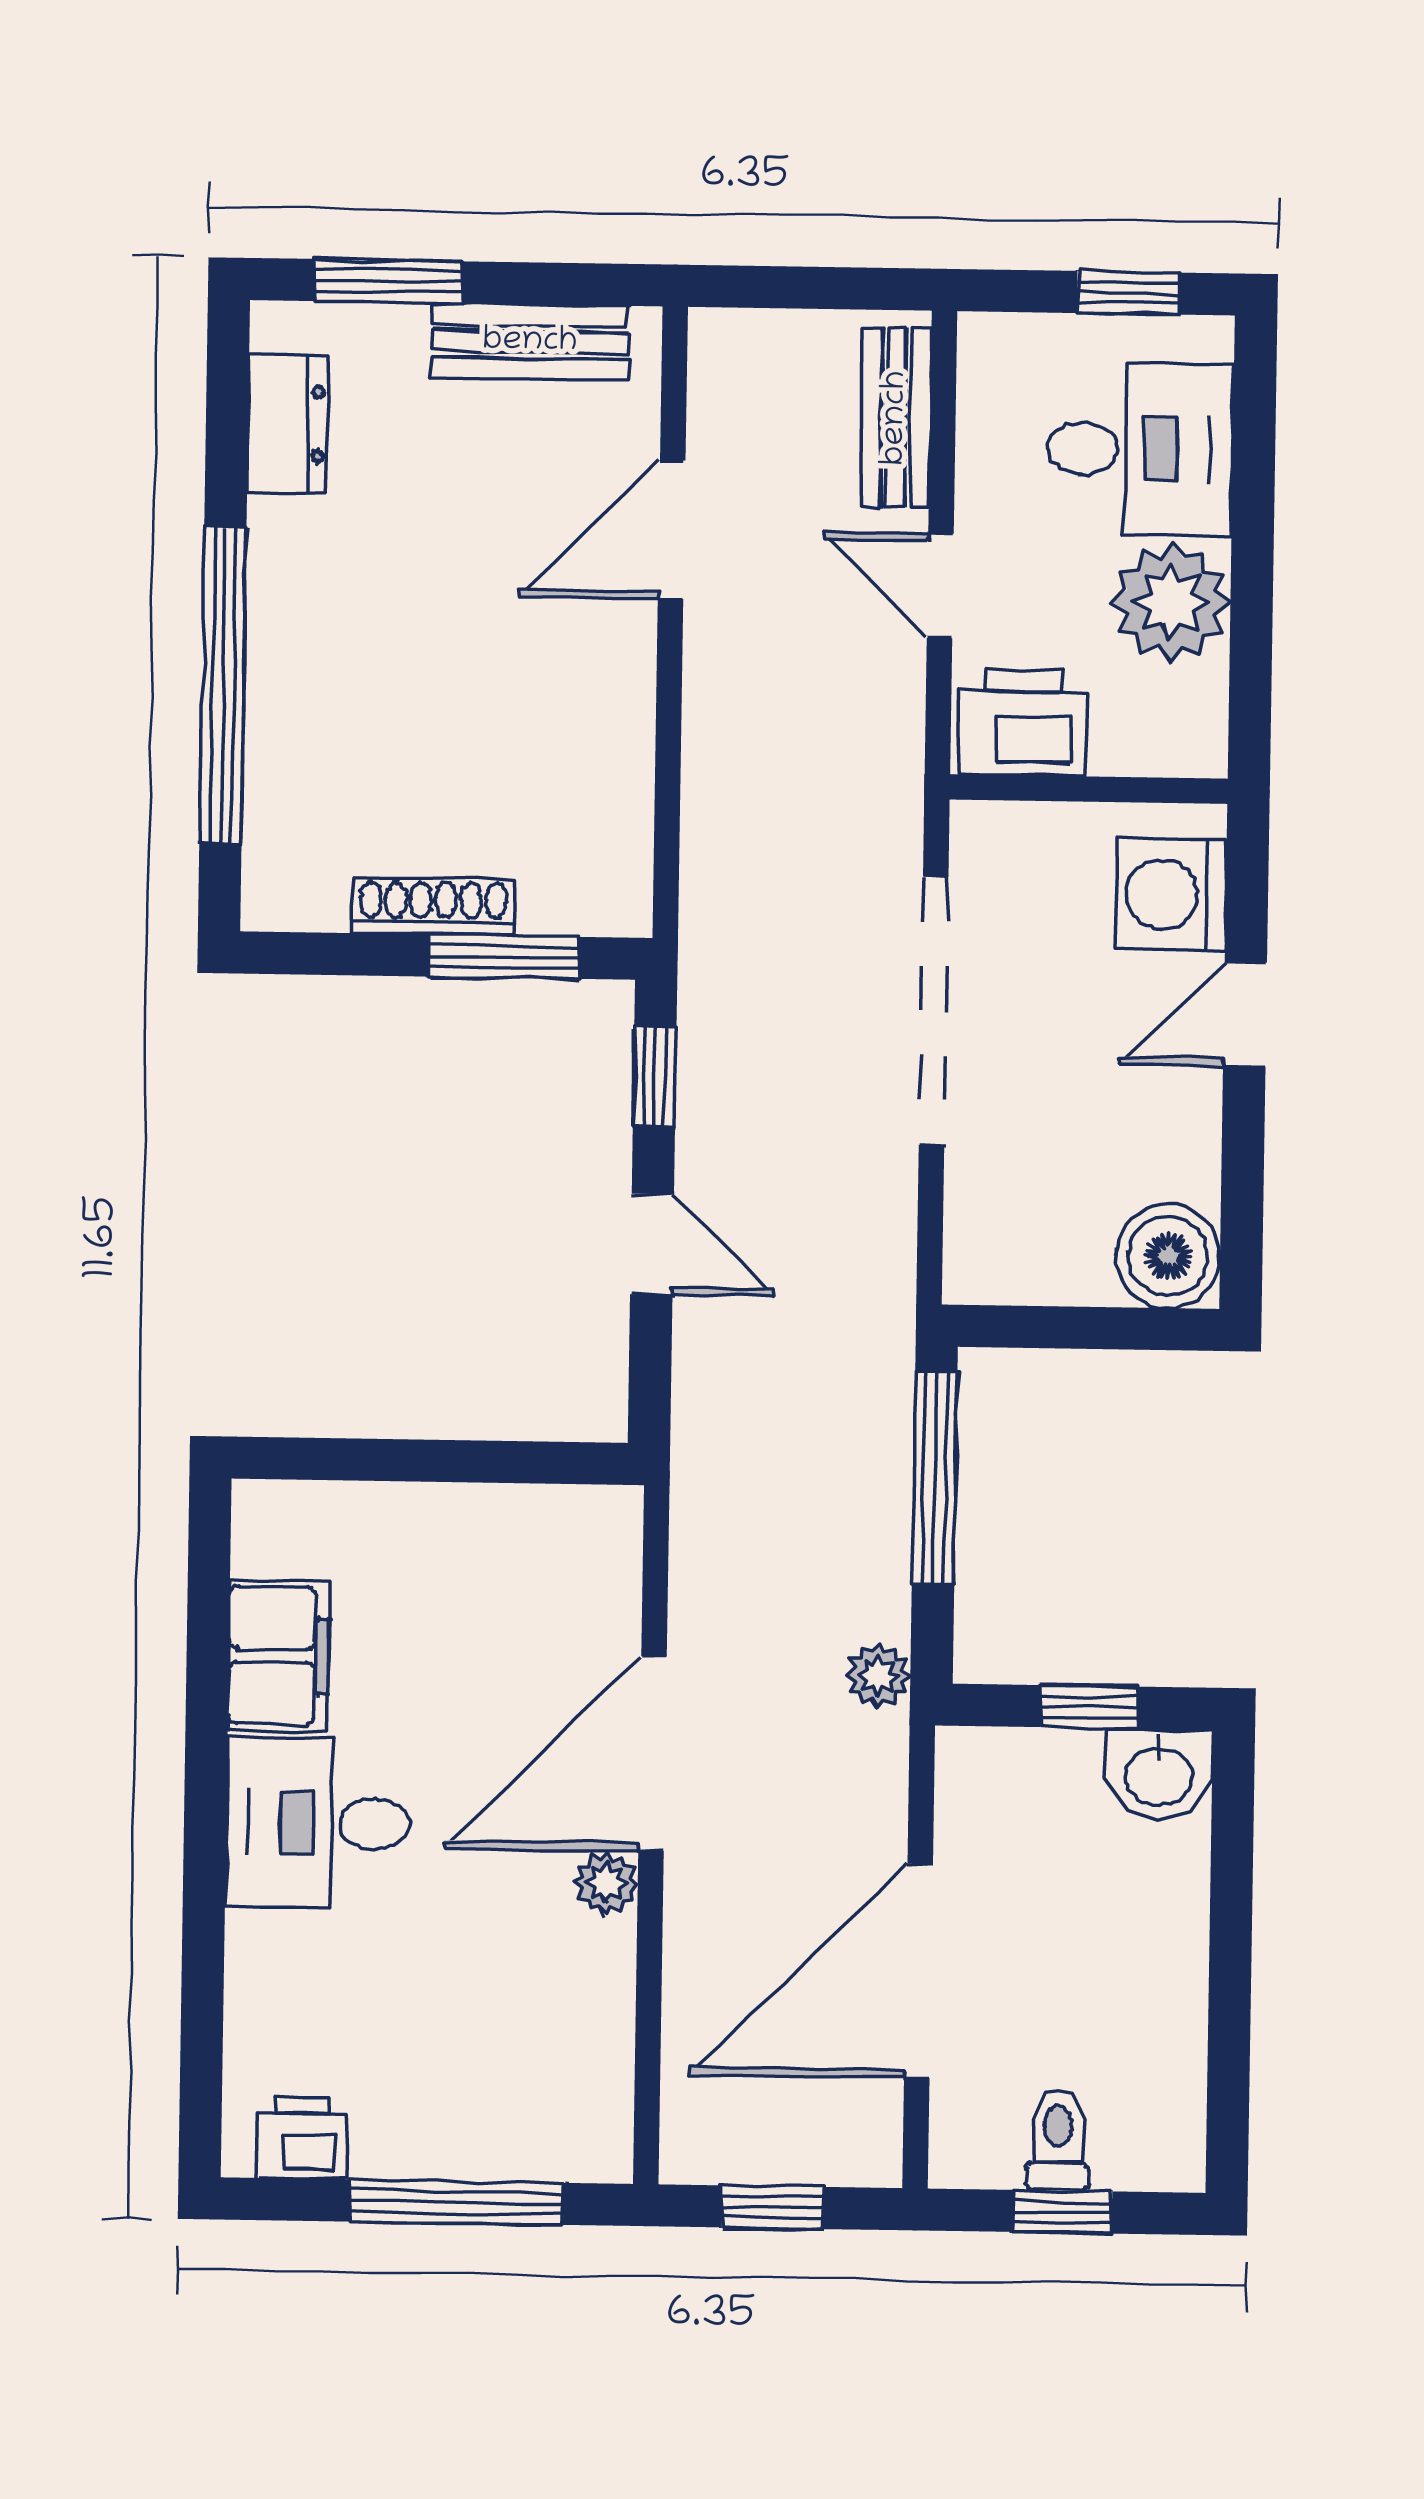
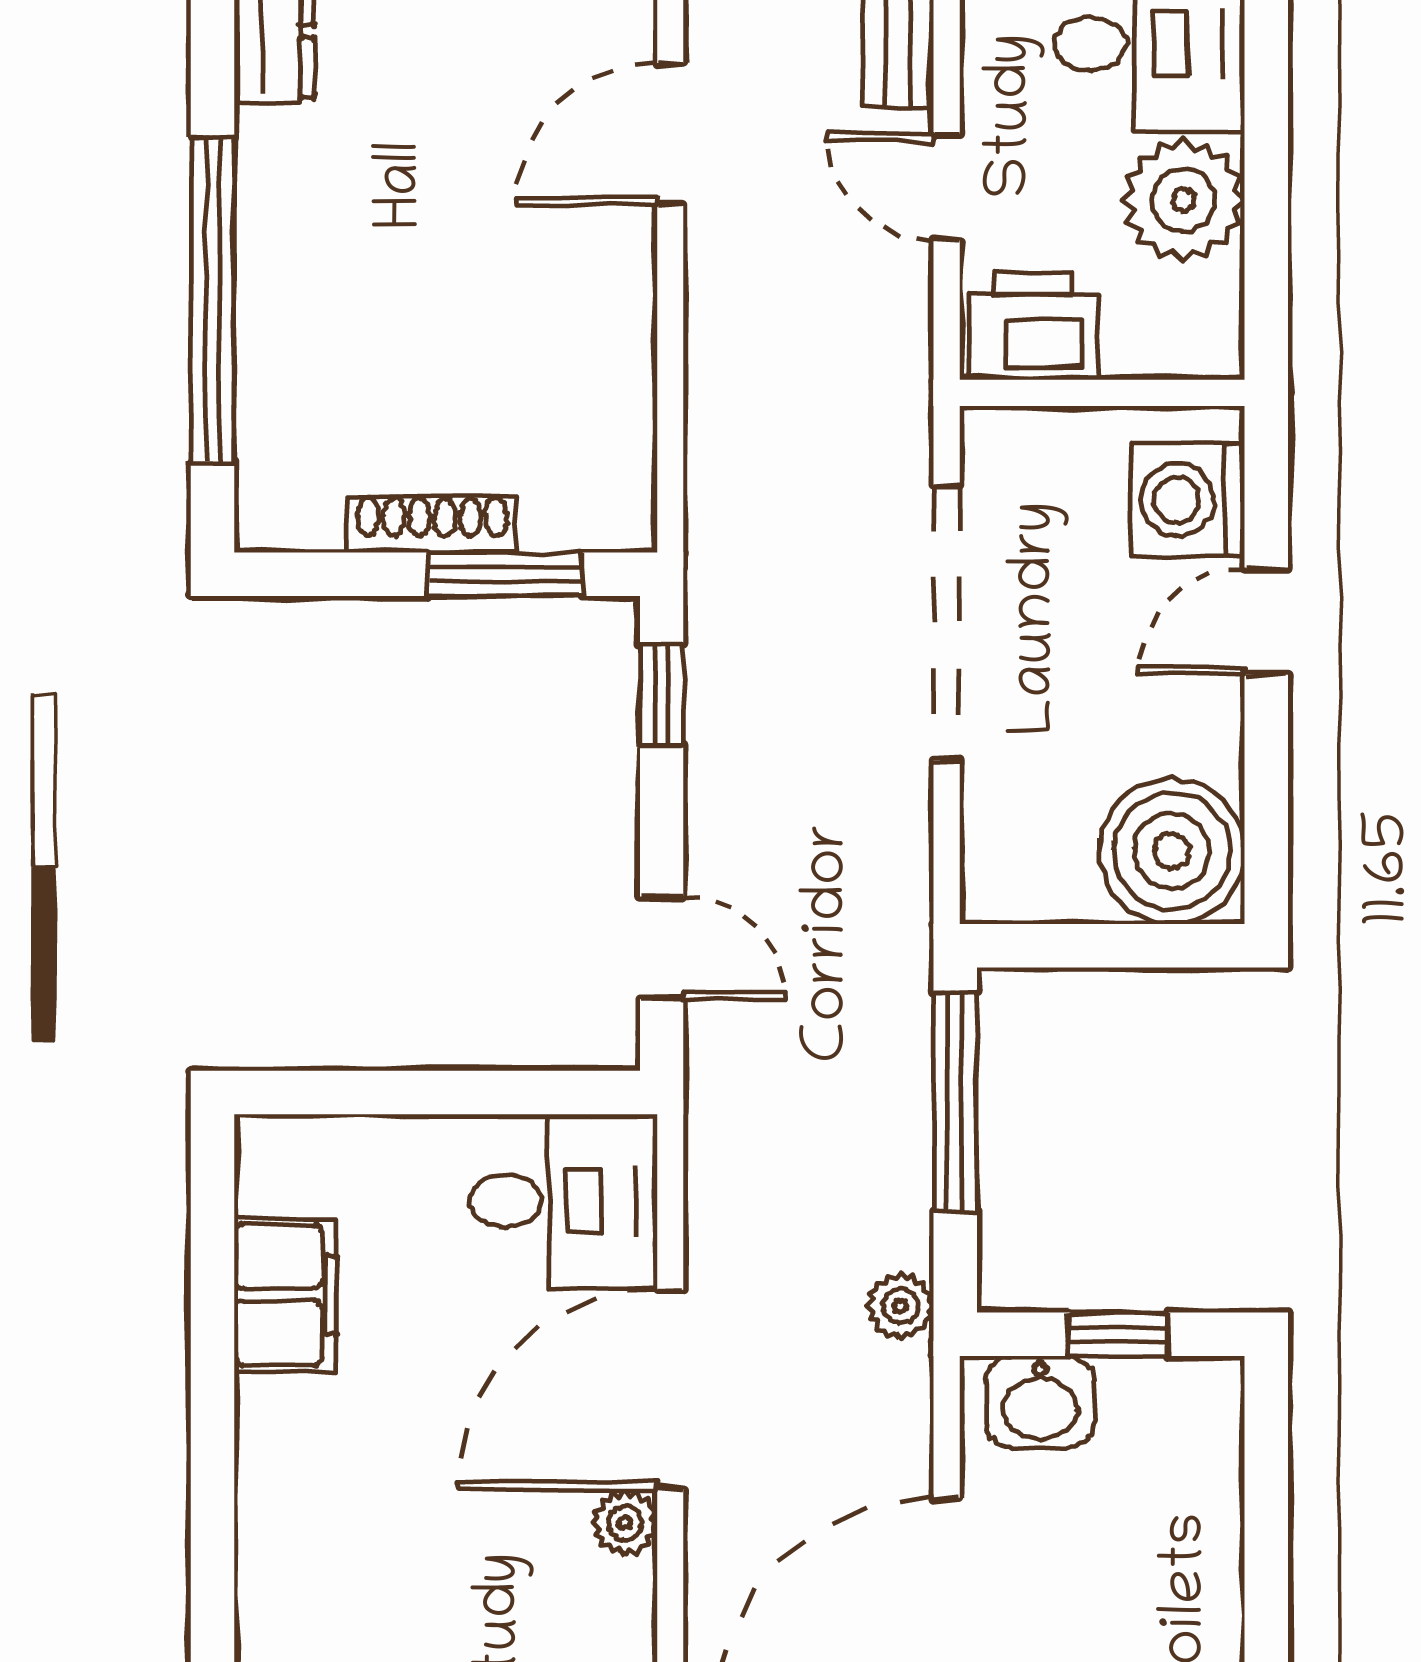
door: (652, 1244) -> (662, 948), moved
boiler: (1168, 1256) -> (1172, 851), width x1.37, depth x1.37
washbasin: (1159, 1774) -> (1040, 1402), moved
desk: (318, 1823) -> (564, 1201), moved, turned 180

